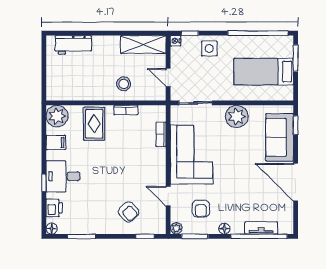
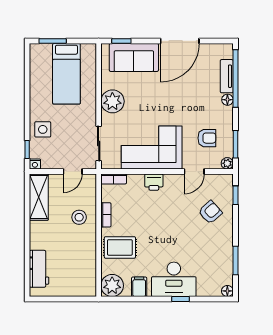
window: (258, 33) -> (27, 80), removed
bookcase: (161, 134) -> (114, 179), moved
desk: (63, 176) -> (174, 279), width x1.37
printer: (54, 208) -> (154, 182), moved, turned 180
floor lamp: (224, 229) -> (227, 100), moved

